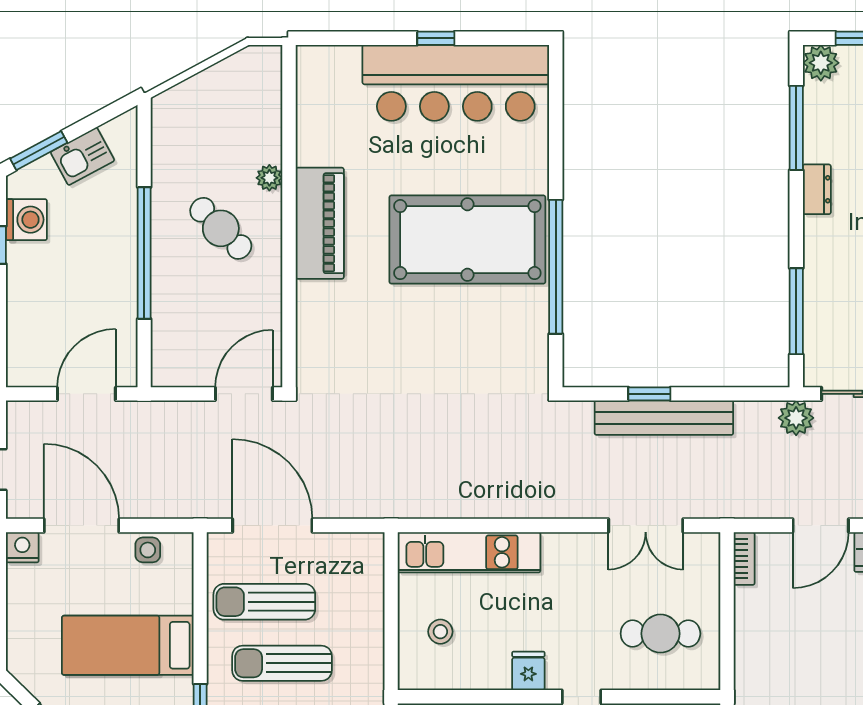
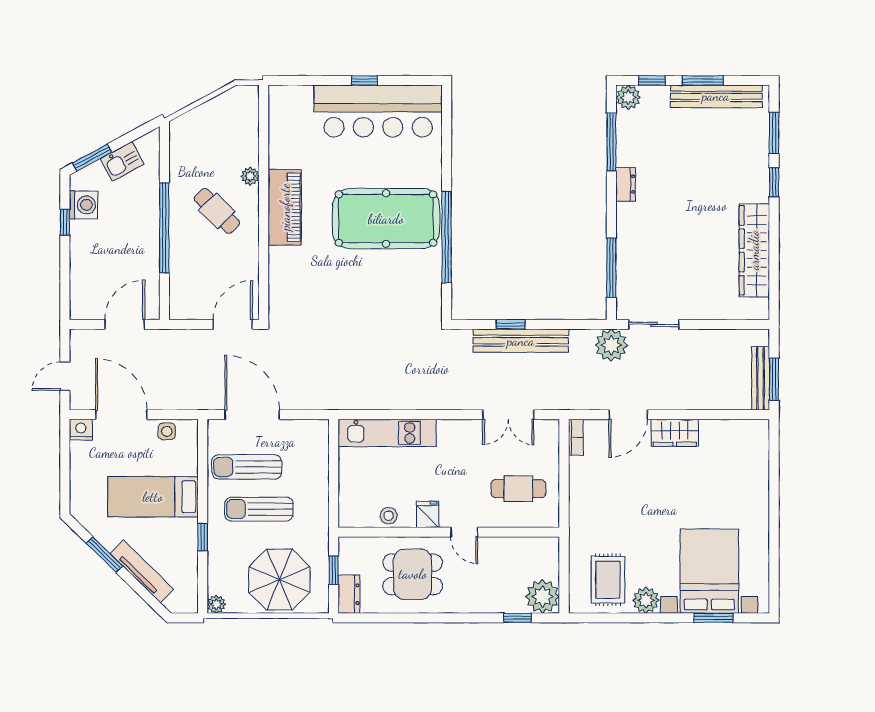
plant: (796, 418) -> (611, 345), width x1.36, depth x1.36
stool: (440, 632) -> (389, 516), moved

